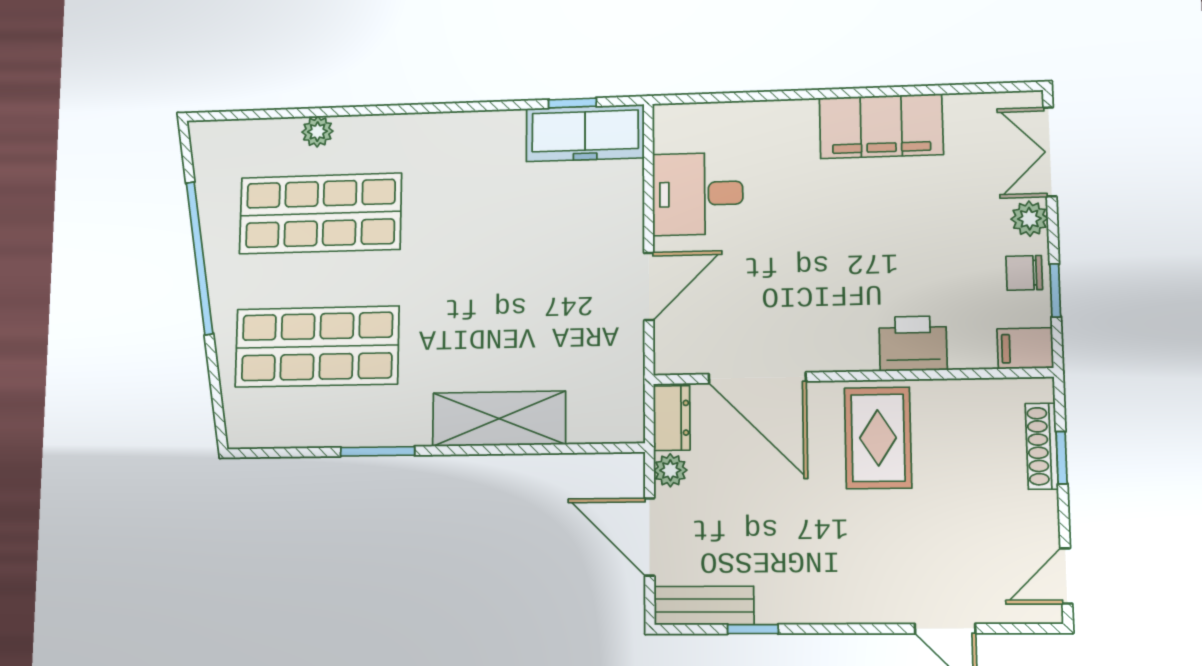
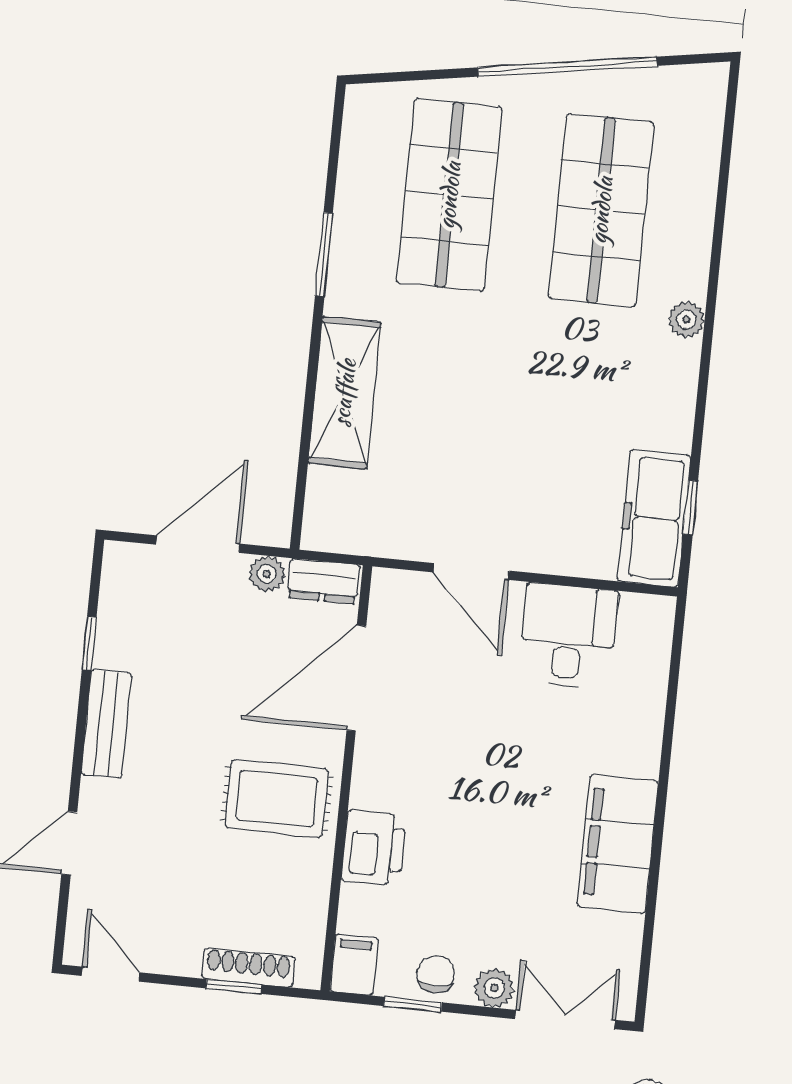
plant: (317, 132) -> (686, 320), moved
bench: (704, 606) -> (106, 724), moved

